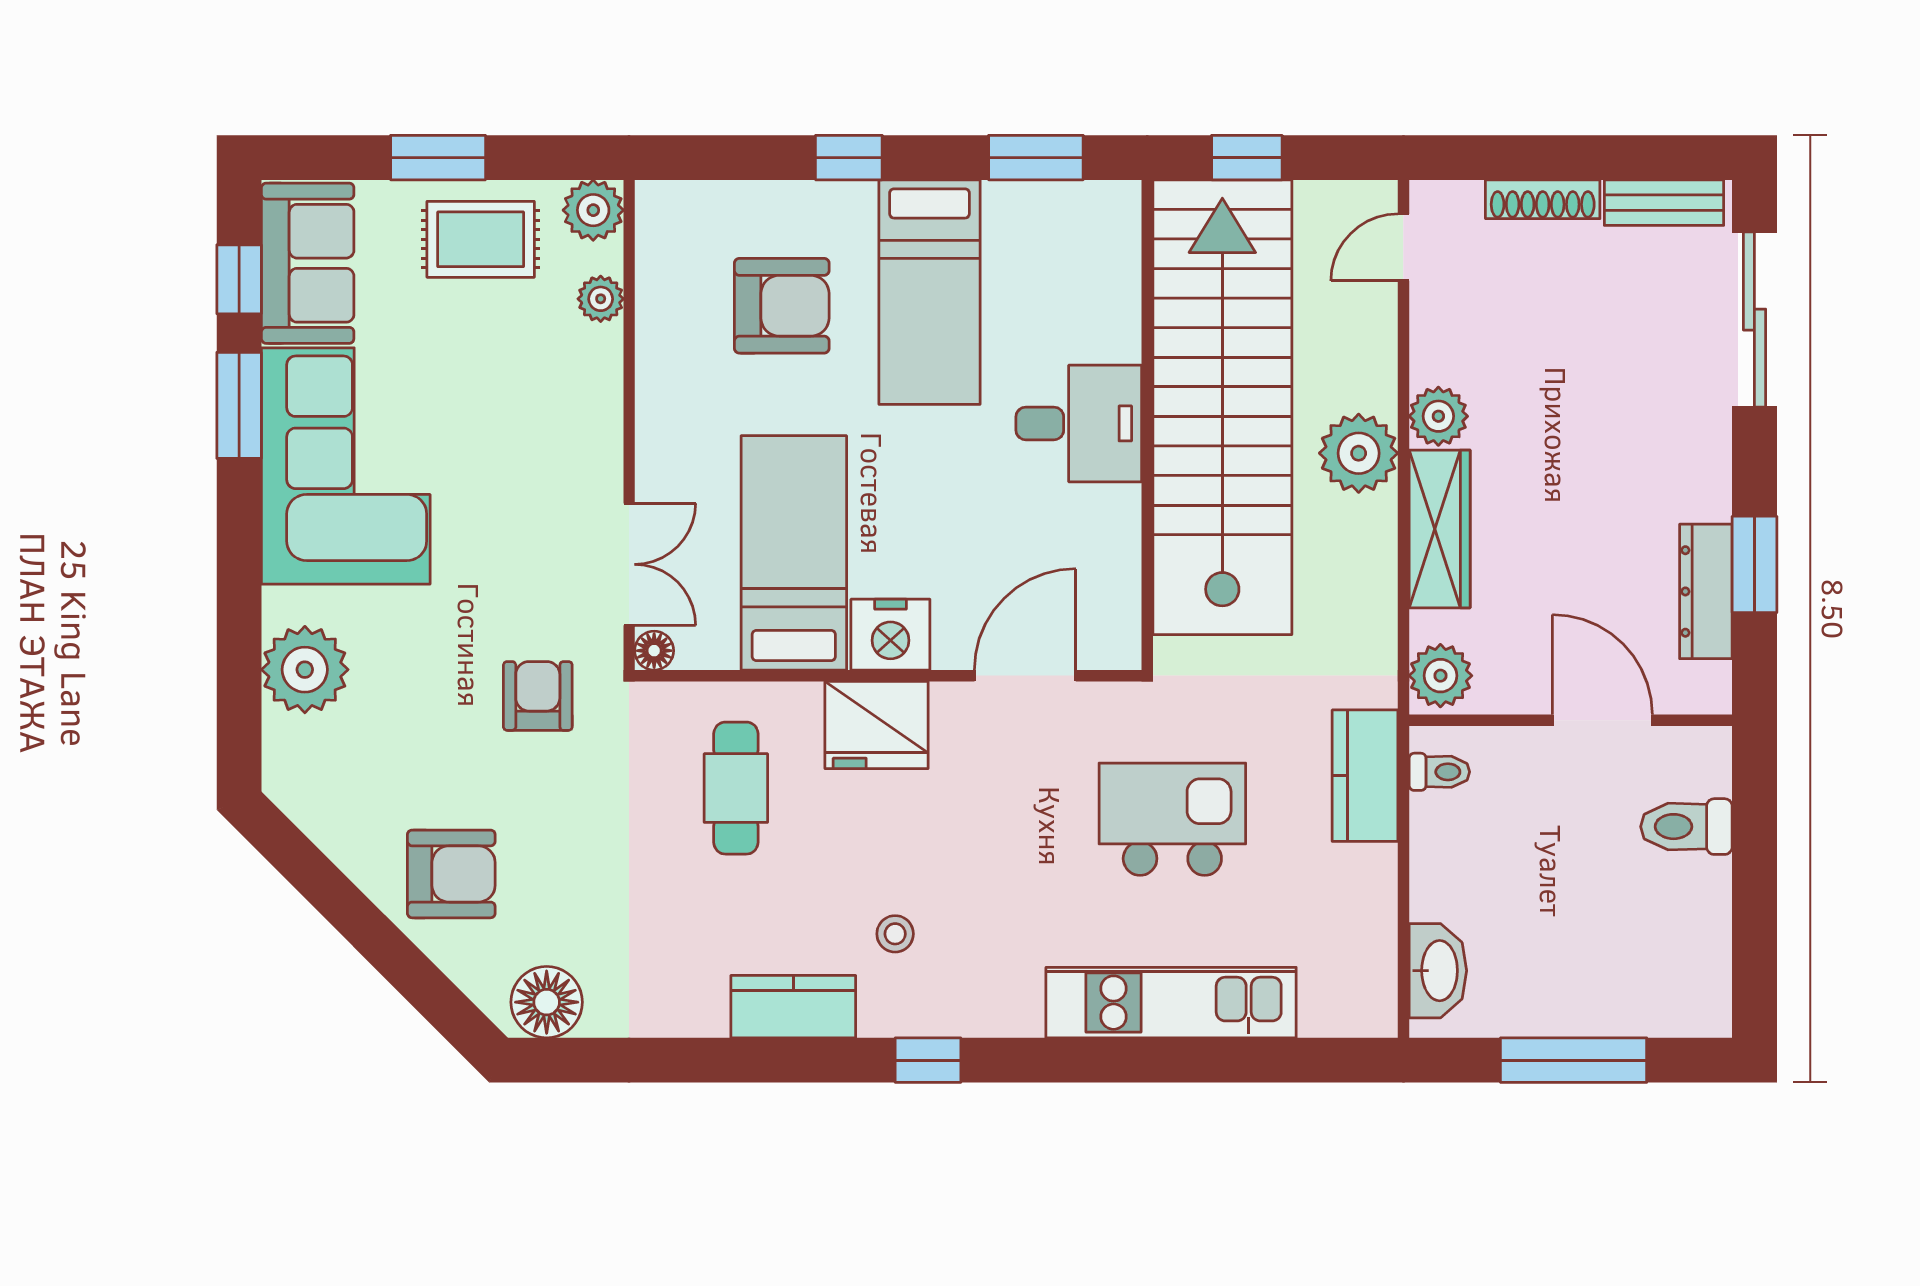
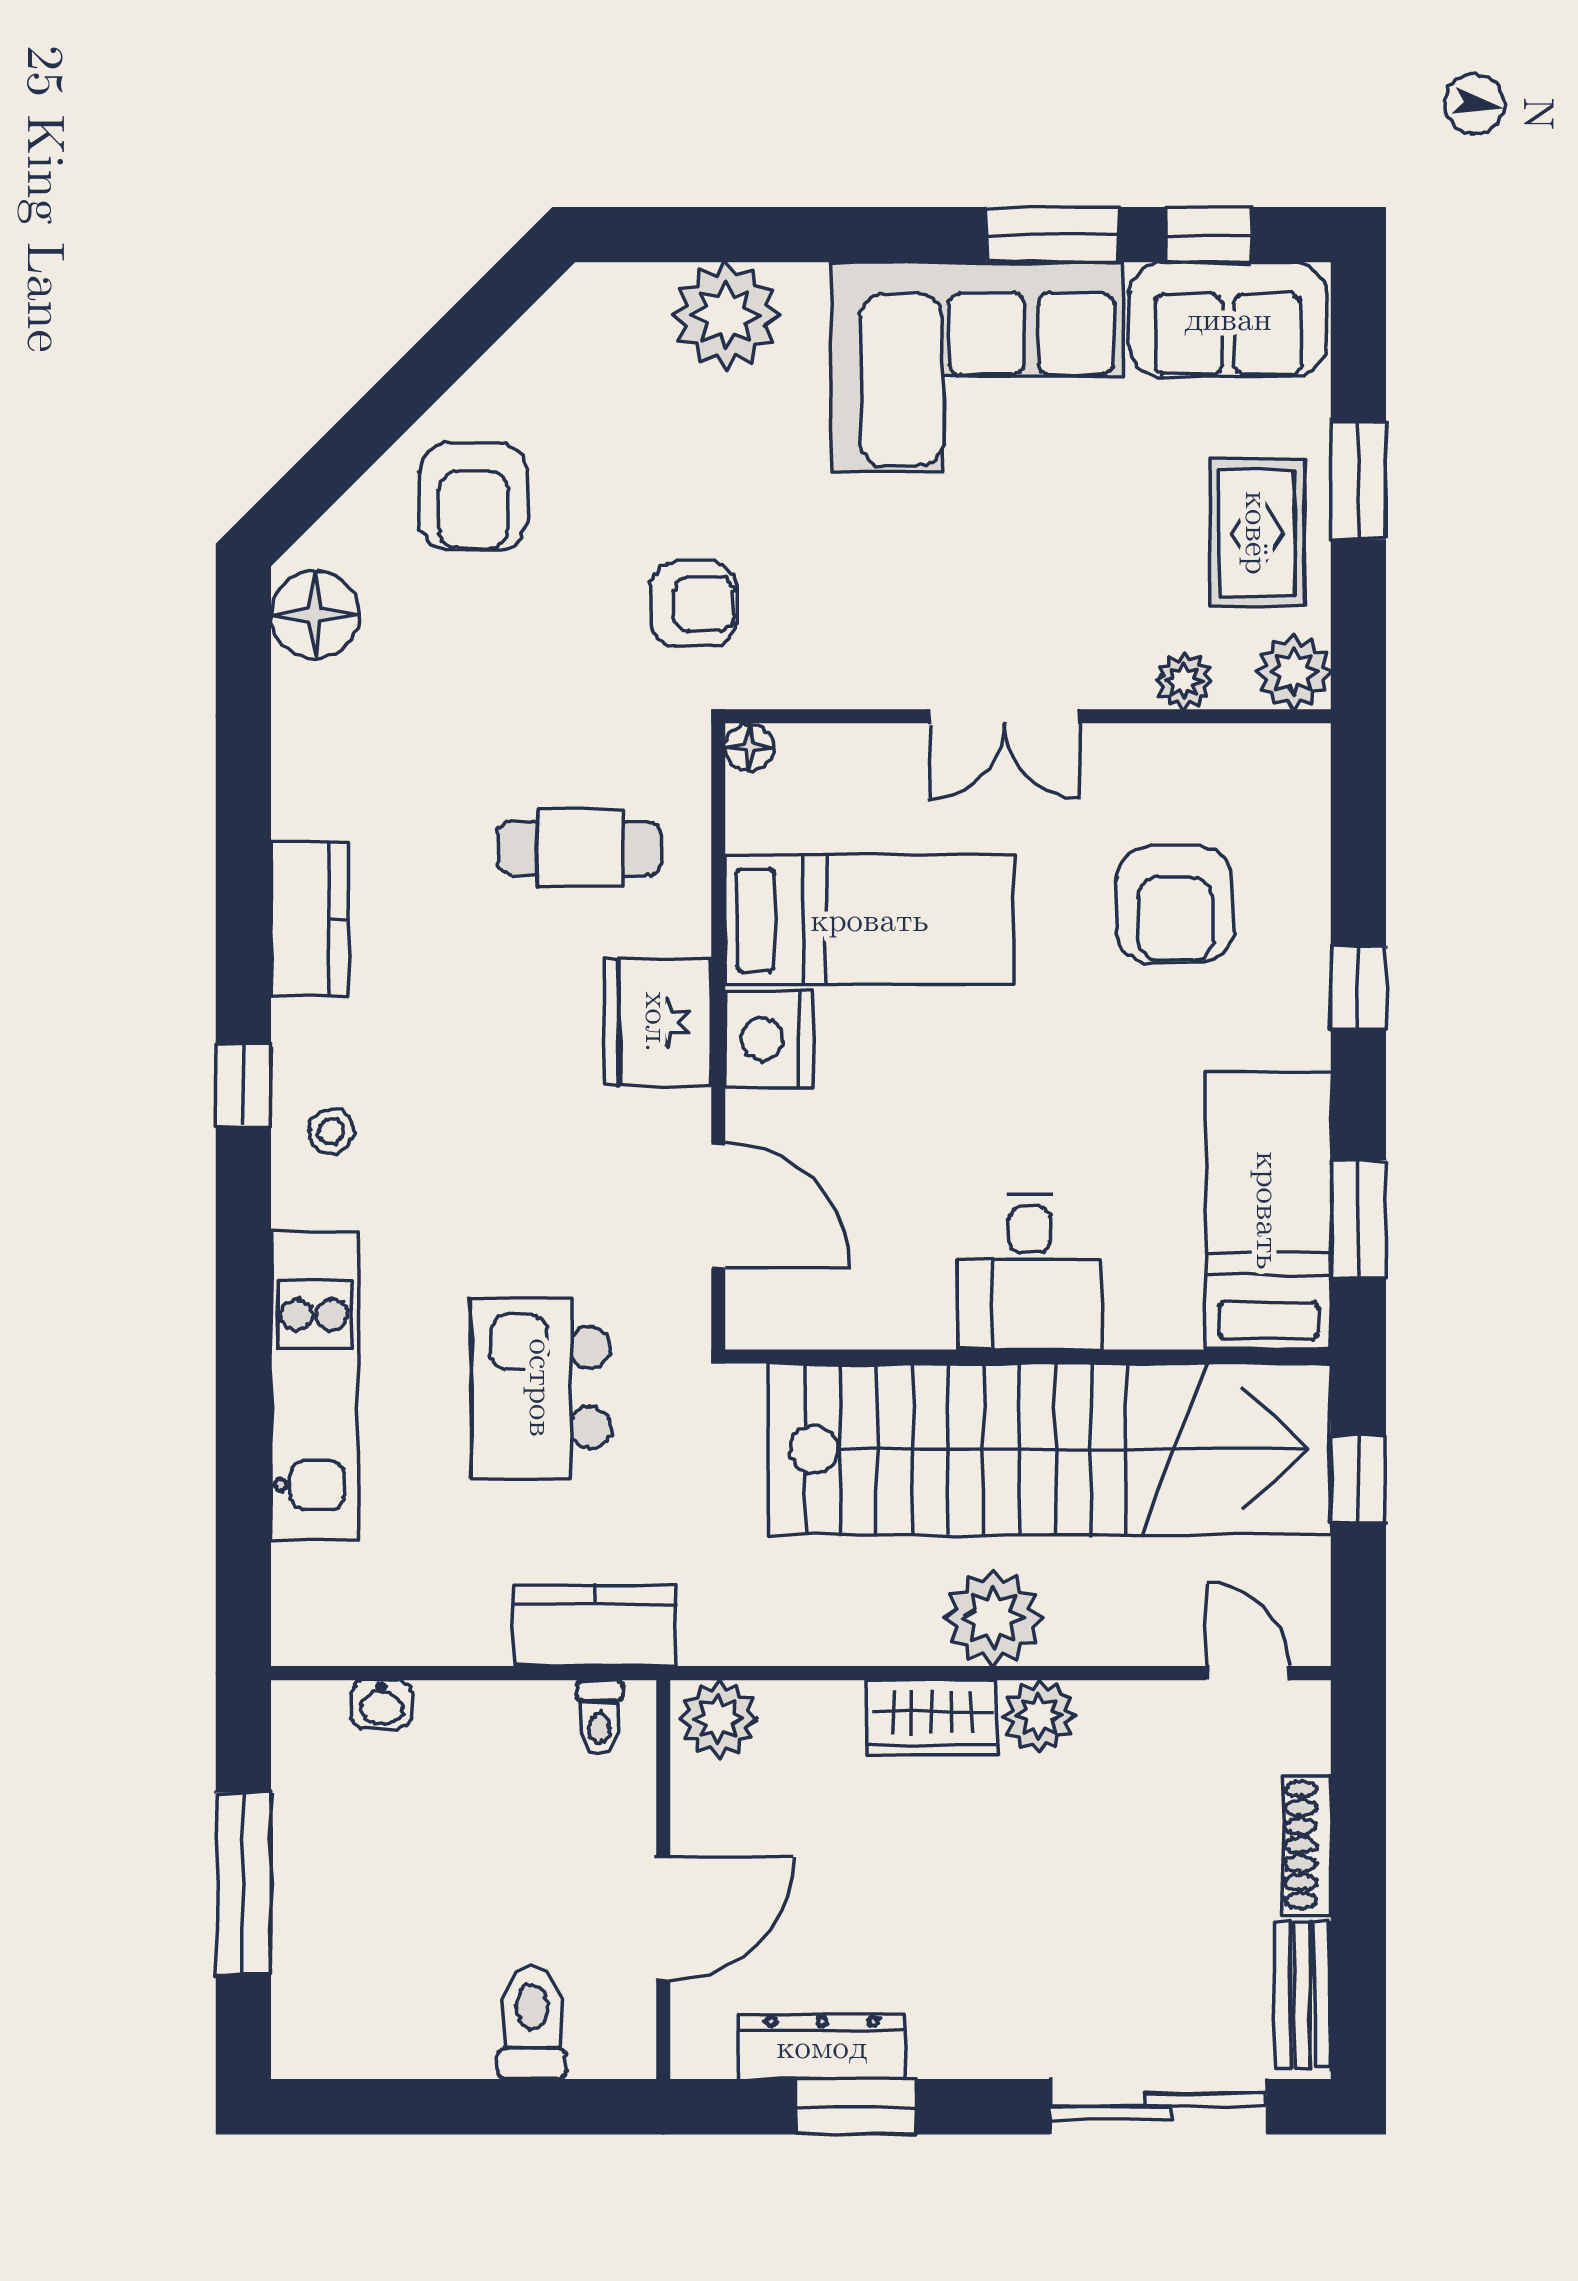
bed: (929, 292) -> (1268, 1211), moved, turned 90
wardrobe: (1440, 529) -> (932, 1718), width x0.67
double door: (629, 564) -> (1005, 716), moved
kitchen island: (1172, 819) -> (541, 1388), turned 180
stool: (895, 934) -> (331, 1131), moved
washbasin: (1438, 971) -> (382, 1705), width x0.52, depth x0.69

